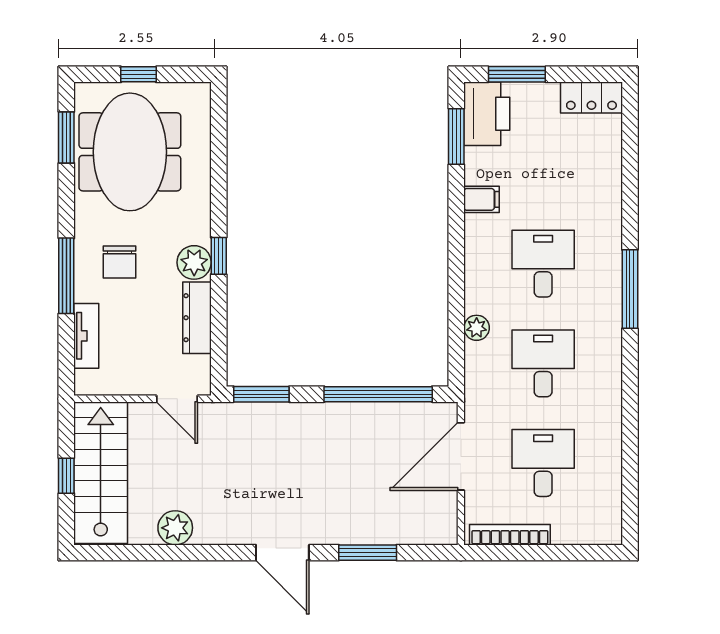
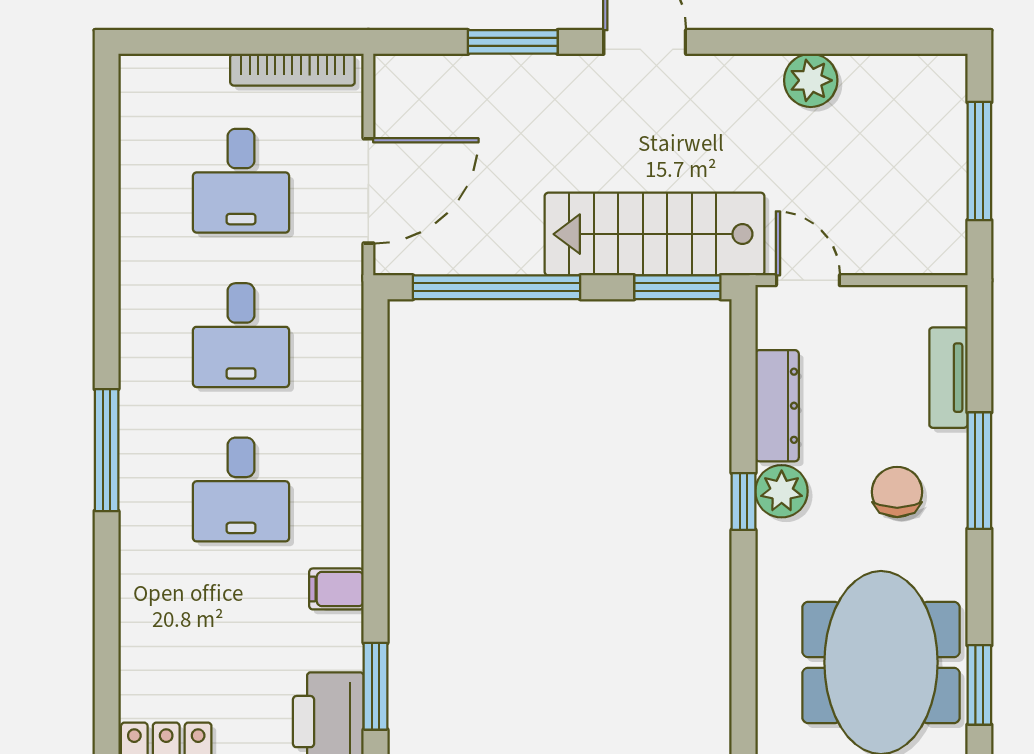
plant: (477, 328) -> (344, 390), removed
stairs: (101, 473) -> (655, 234), moved, turned 90
window: (66, 476) -> (979, 161), width x2.17

